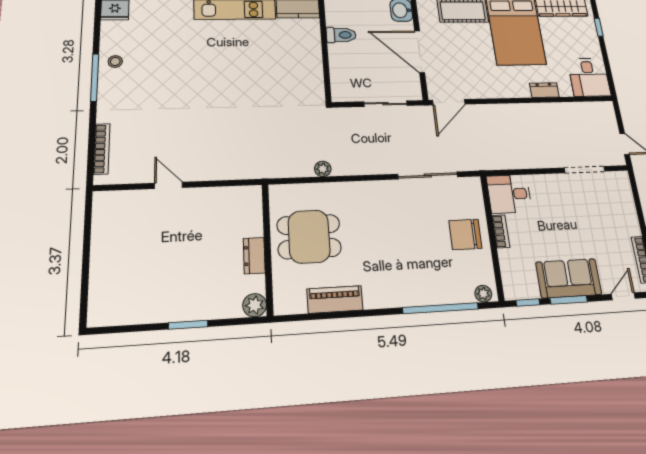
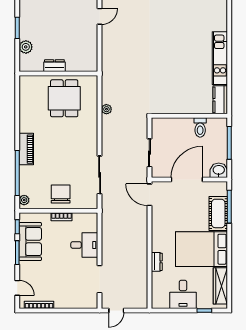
desk: (589, 77) -> (183, 294), moved, turned -90
desk: (509, 194) -> (84, 245), moved, turned 90
sofa: (569, 278) -> (30, 242), moved
piano: (335, 299) -> (26, 149), moved
plant: (255, 305) -> (26, 47), moved

